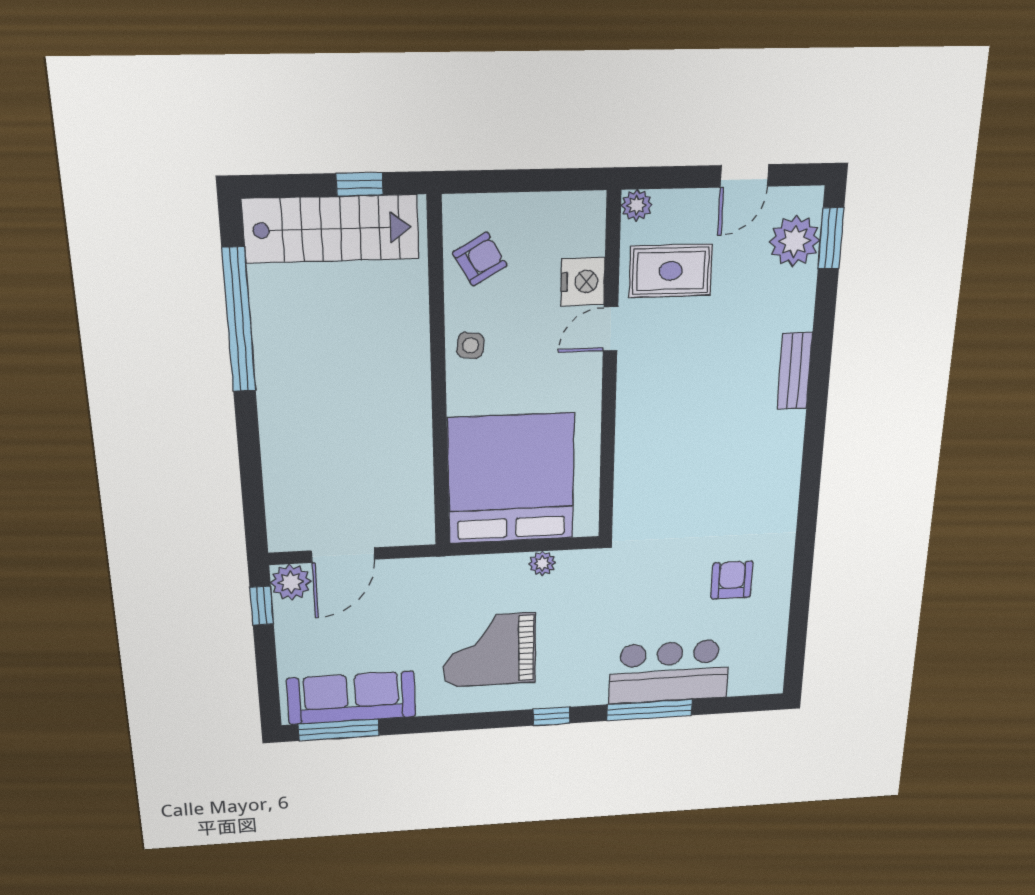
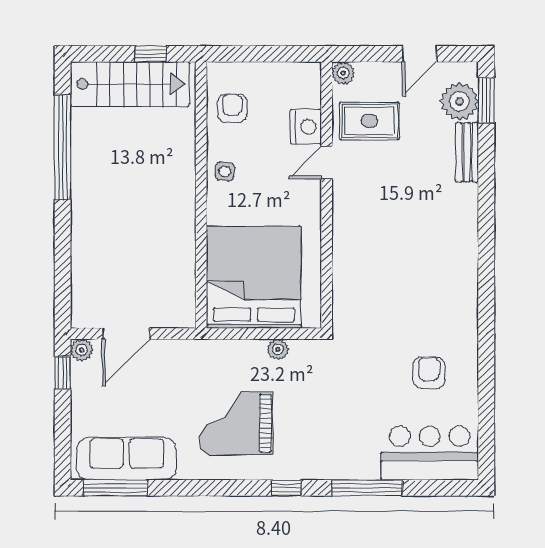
armchair: (480, 259) -> (232, 108), turned -60
bench: (795, 371) -> (467, 152), moved
plant: (291, 582) -> (82, 350), width x0.73, depth x0.73
bar counter: (669, 672) -> (430, 453), moved

